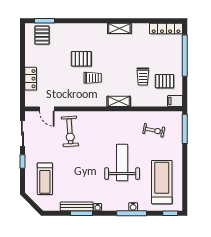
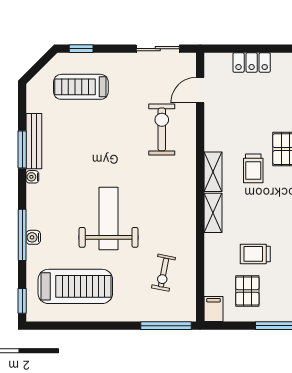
shelving: (95, 101) -> (213, 172), added
exercise bike: (70, 131) -> (162, 129), turned 94
window: (22, 161) -> (81, 49), moved
weight bench: (122, 163) -> (109, 219), turned -90

